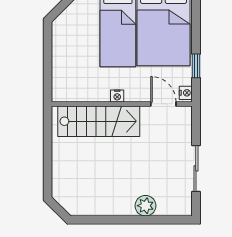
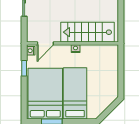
door: (163, 104) -> (45, 43), hinge flipped

